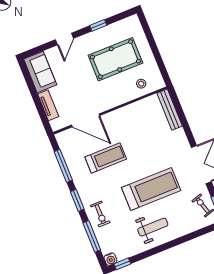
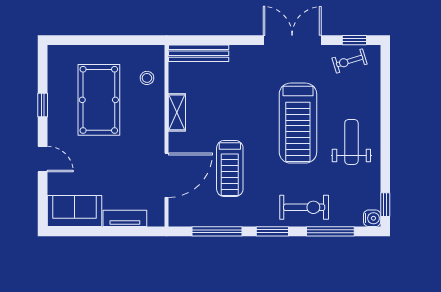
shelving: (127, 111) -> (177, 112), added
treadmill: (106, 158) -> (230, 168), turned 180
treadmill: (151, 189) -> (298, 123), turned 180
exercise bike: (100, 214) -> (304, 207), width x1.38, depth x1.39

